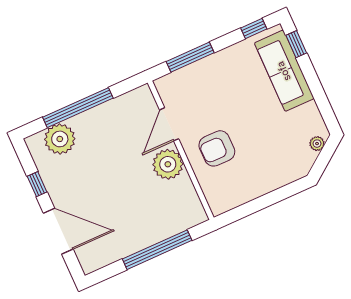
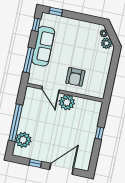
sofa: (284, 71) -> (43, 46), moved, turned -90
plant: (305, 159) -> (107, 43), added
window: (157, 250) -> (99, 133), width x0.32

